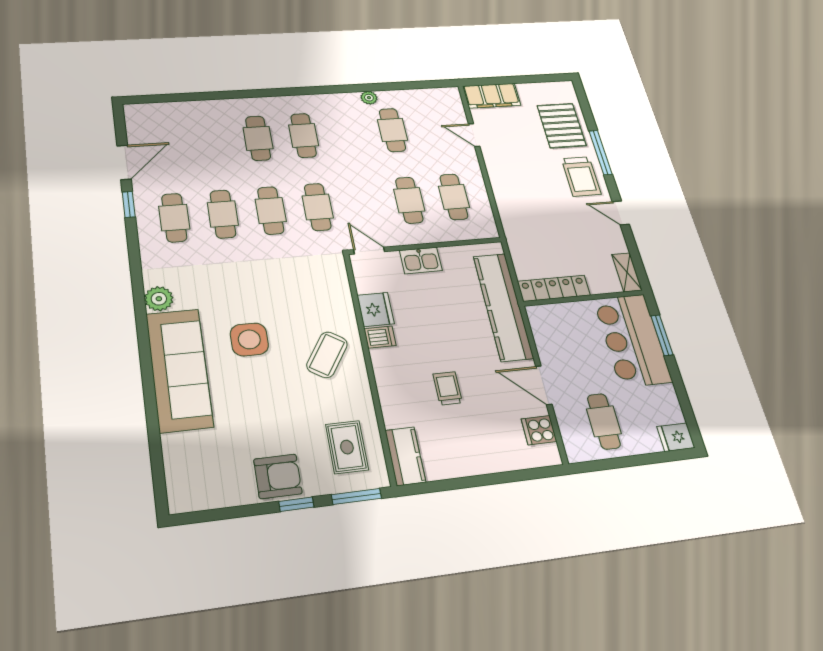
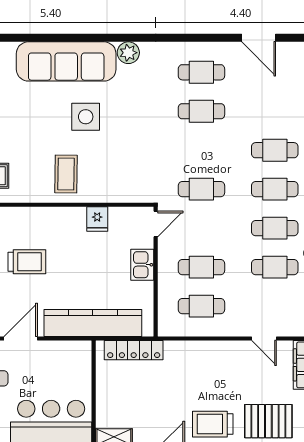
door: (474, 135) -> (264, 339), swing flipped
window: (129, 205) -> (217, 38), removed
cafe table: (271, 210) -> (275, 228), moved
locker: (554, 288) -> (134, 350), moved, turned 90
fridge: (376, 309) -> (97, 219), width x0.72
dishwasher: (380, 337) -> (77, 218), removed
coffee table: (327, 355) -> (66, 174), turned 58
trolley: (448, 388) -> (27, 262), width x1.36, depth x1.39

